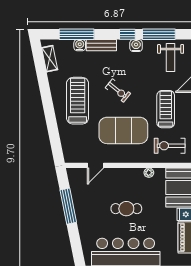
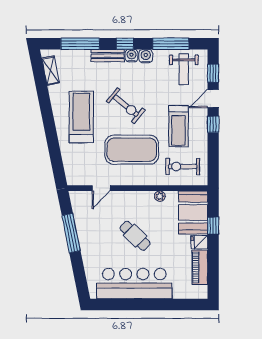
window: (127, 34) -> (125, 44), moved
water cooler: (80, 45) -> (131, 56), moved
exercise bike: (118, 91) -> (126, 106), width x1.38, depth x1.39
treadmill: (166, 109) -> (178, 126), turned 180
cafe table: (126, 209) -> (135, 236), turned 44

